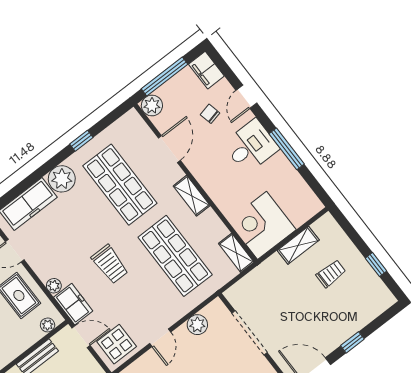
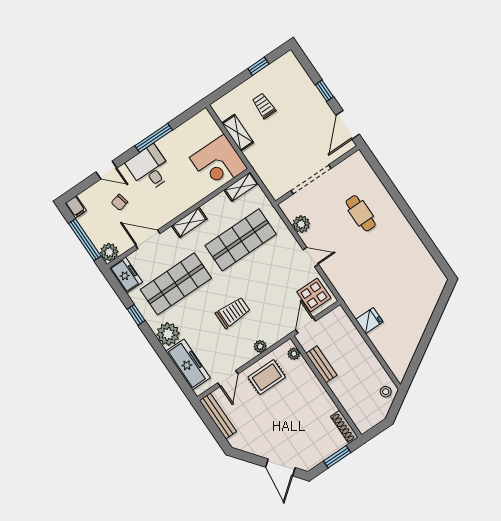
filing cabinet: (206, 70) -> (76, 207), width x0.50
trolley: (110, 264) -> (233, 313), moved
freezer: (73, 304) -> (126, 275), moved, turned 90

